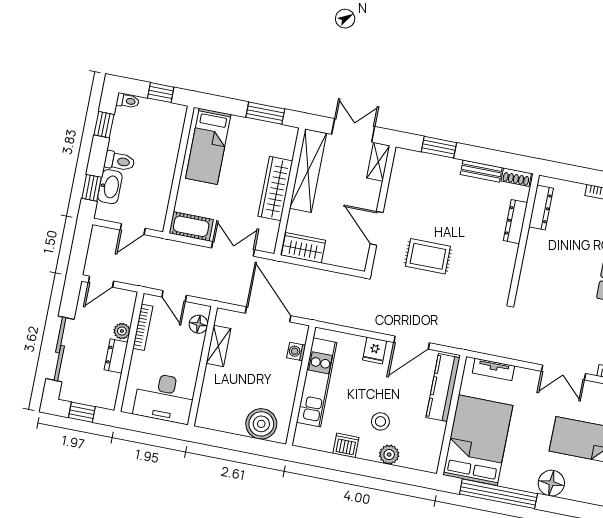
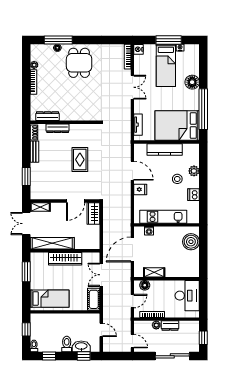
wardrobe: (303, 248) -> (93, 214), moved
rug: (428, 256) -> (80, 160), moved
kitchen counter: (443, 388) -> (165, 149), moved

